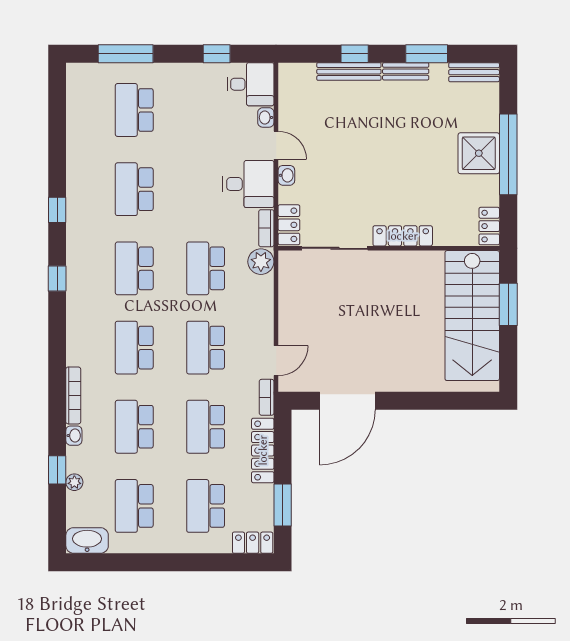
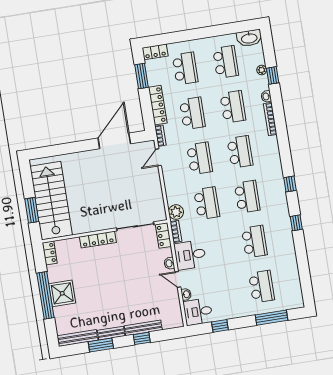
bench: (474, 72) -> (77, 338), width x1.36

